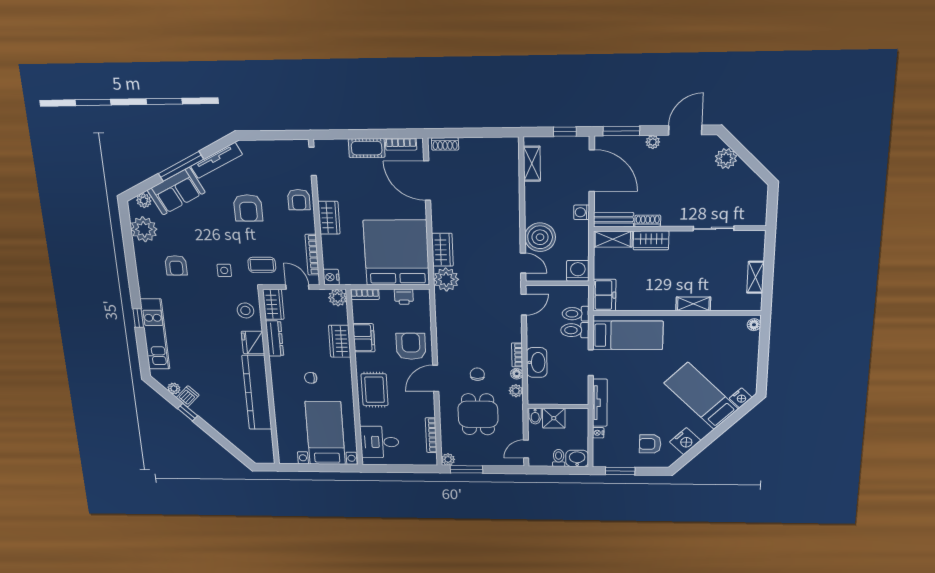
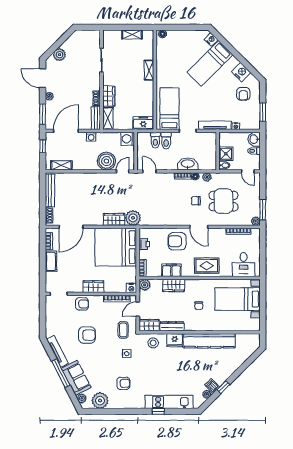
bench: (488, 145) -> (50, 190), added

